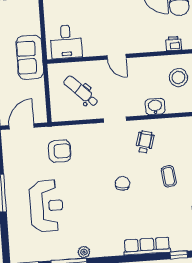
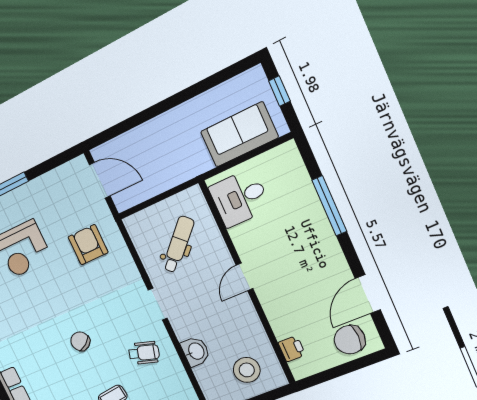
sofa: (30, 57) -> (239, 135), moved
armchair: (60, 151) -> (88, 245), turned 180
chair: (122, 183) -> (80, 341), turned -132

